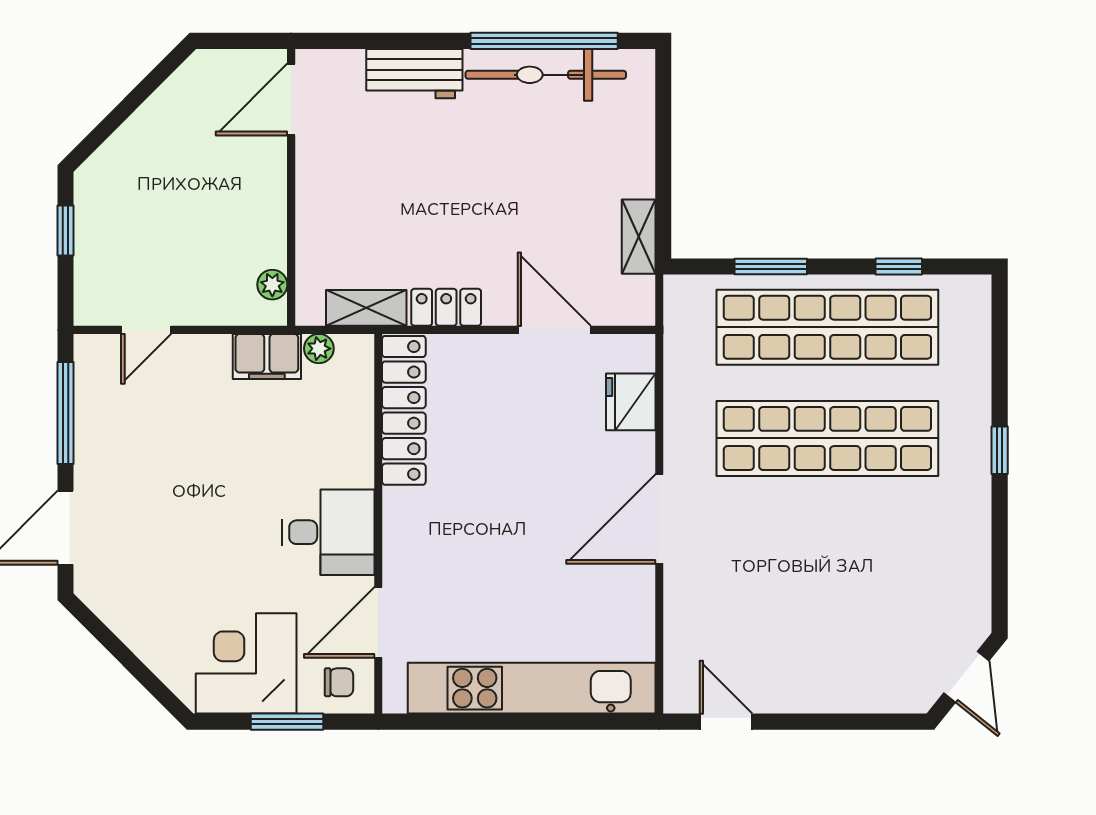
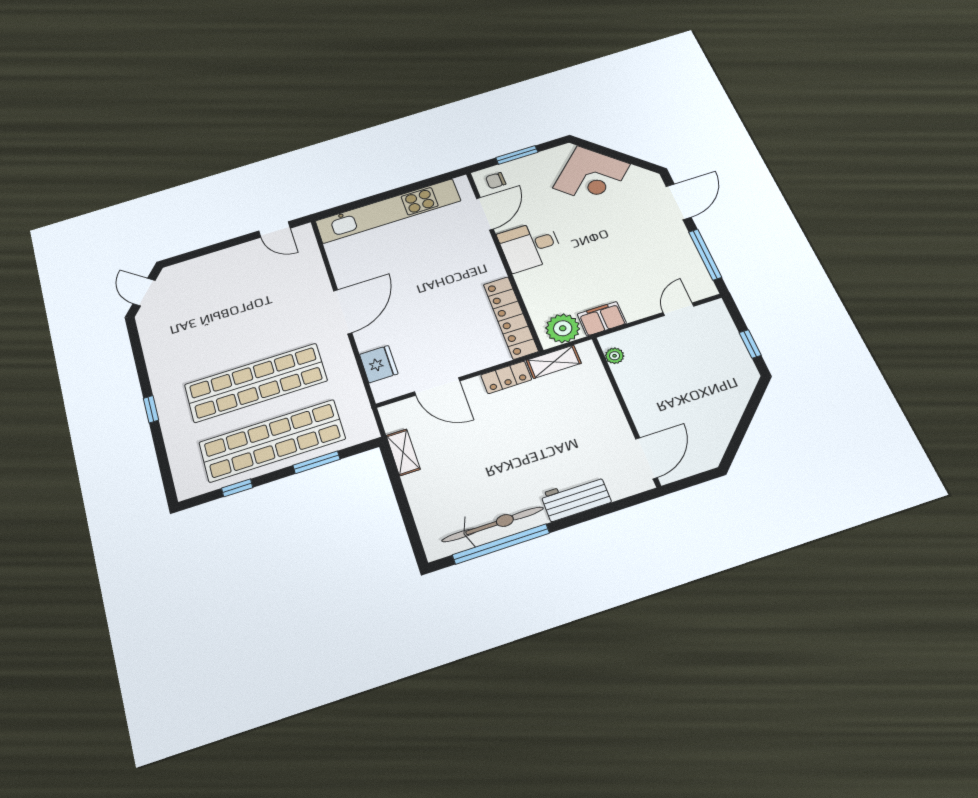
plant: (319, 349) -> (563, 328), width x1.88, depth x1.88
corner desk: (246, 663) -> (592, 176), moved, turned 45

